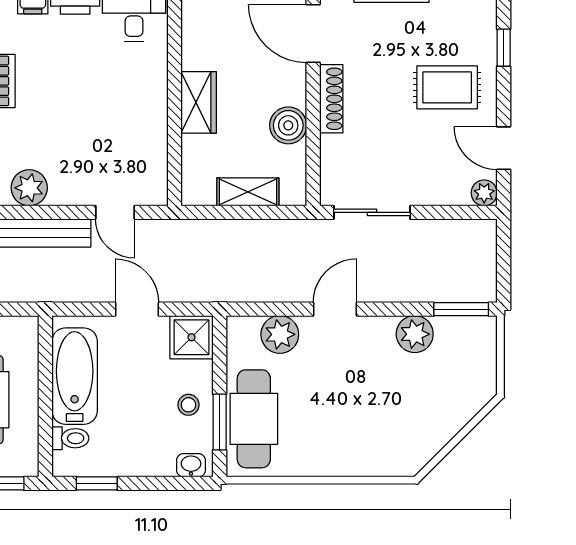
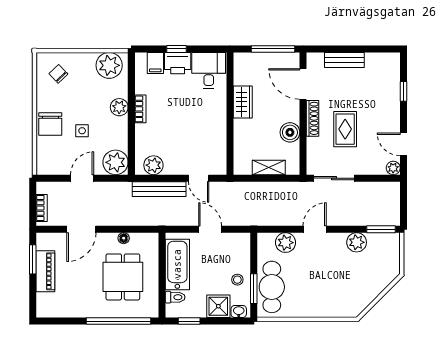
rug: (447, 87) -> (345, 129), moved, turned 90
wardrobe: (199, 102) -> (243, 102), moved
shower: (192, 337) -> (218, 306), moved

